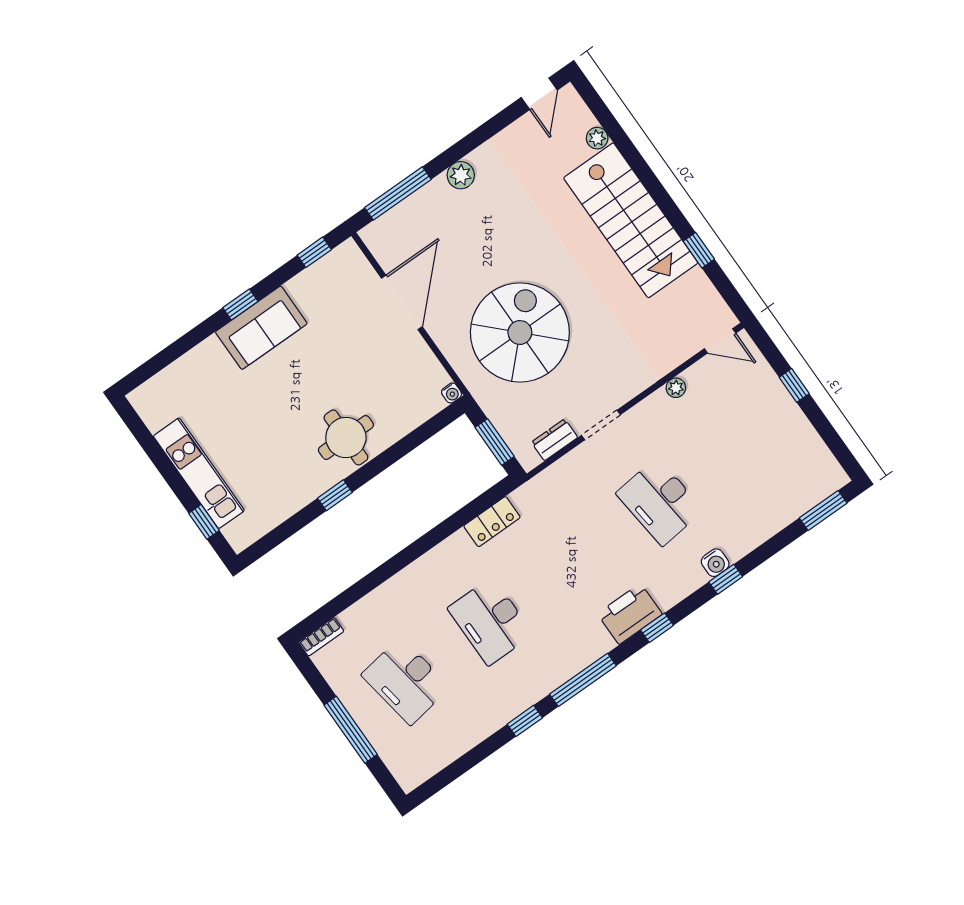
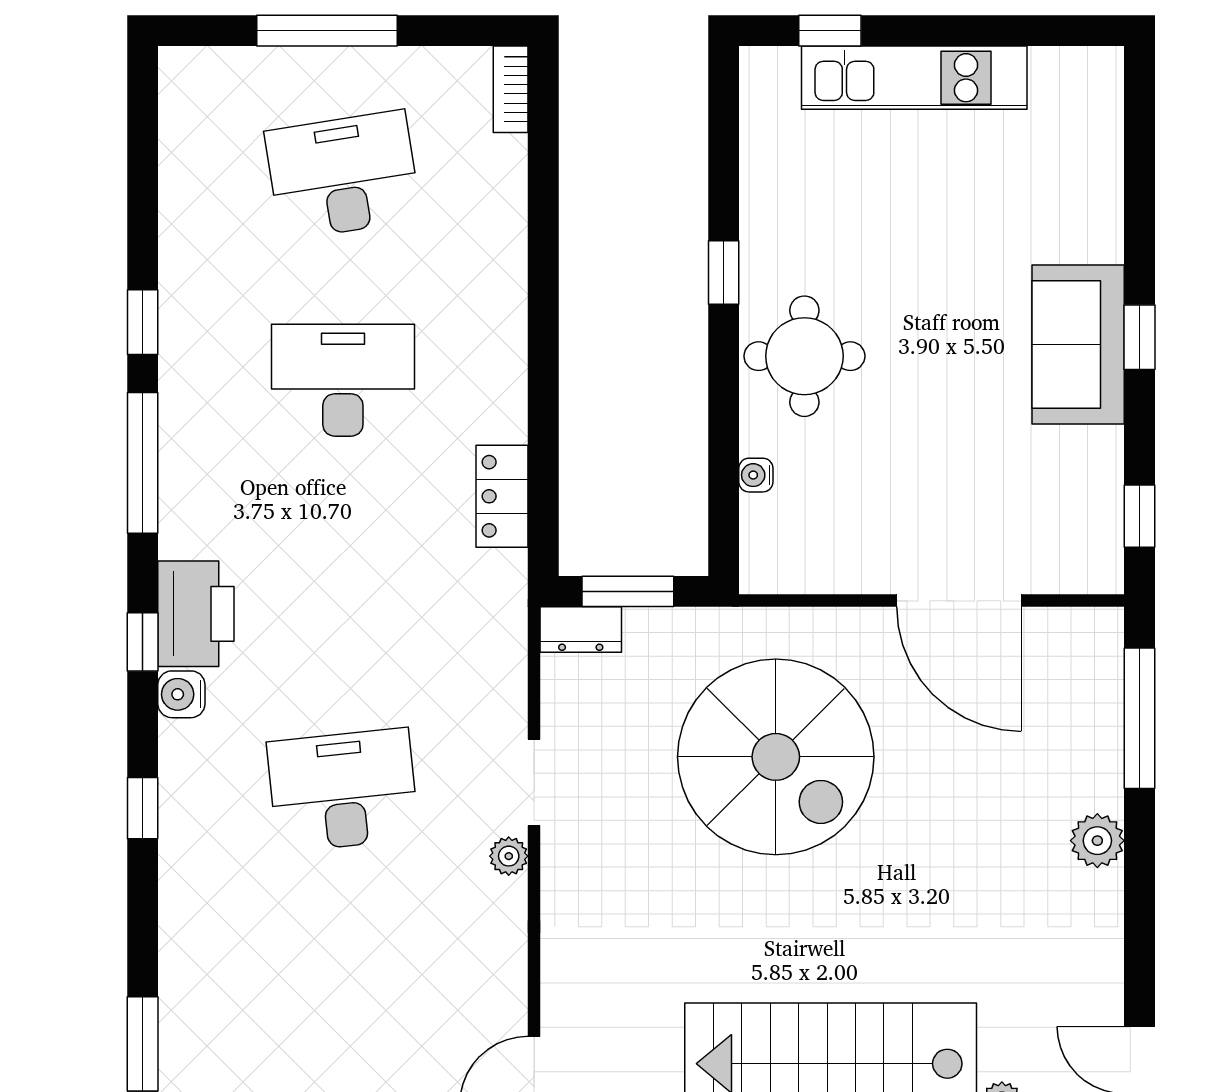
plant: (676, 388) -> (509, 856), moved
water cooler: (452, 393) -> (756, 475), moved
dresser: (555, 440) -> (581, 629), moved, turned 90
water cooler: (715, 563) -> (181, 694), moved

